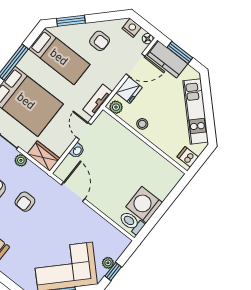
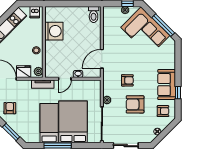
bed: (59, 57) -> (49, 123), moved
wardrobe: (44, 156) -> (95, 90), removed
washing machine: (144, 205) -> (54, 31), moved, turned -90

